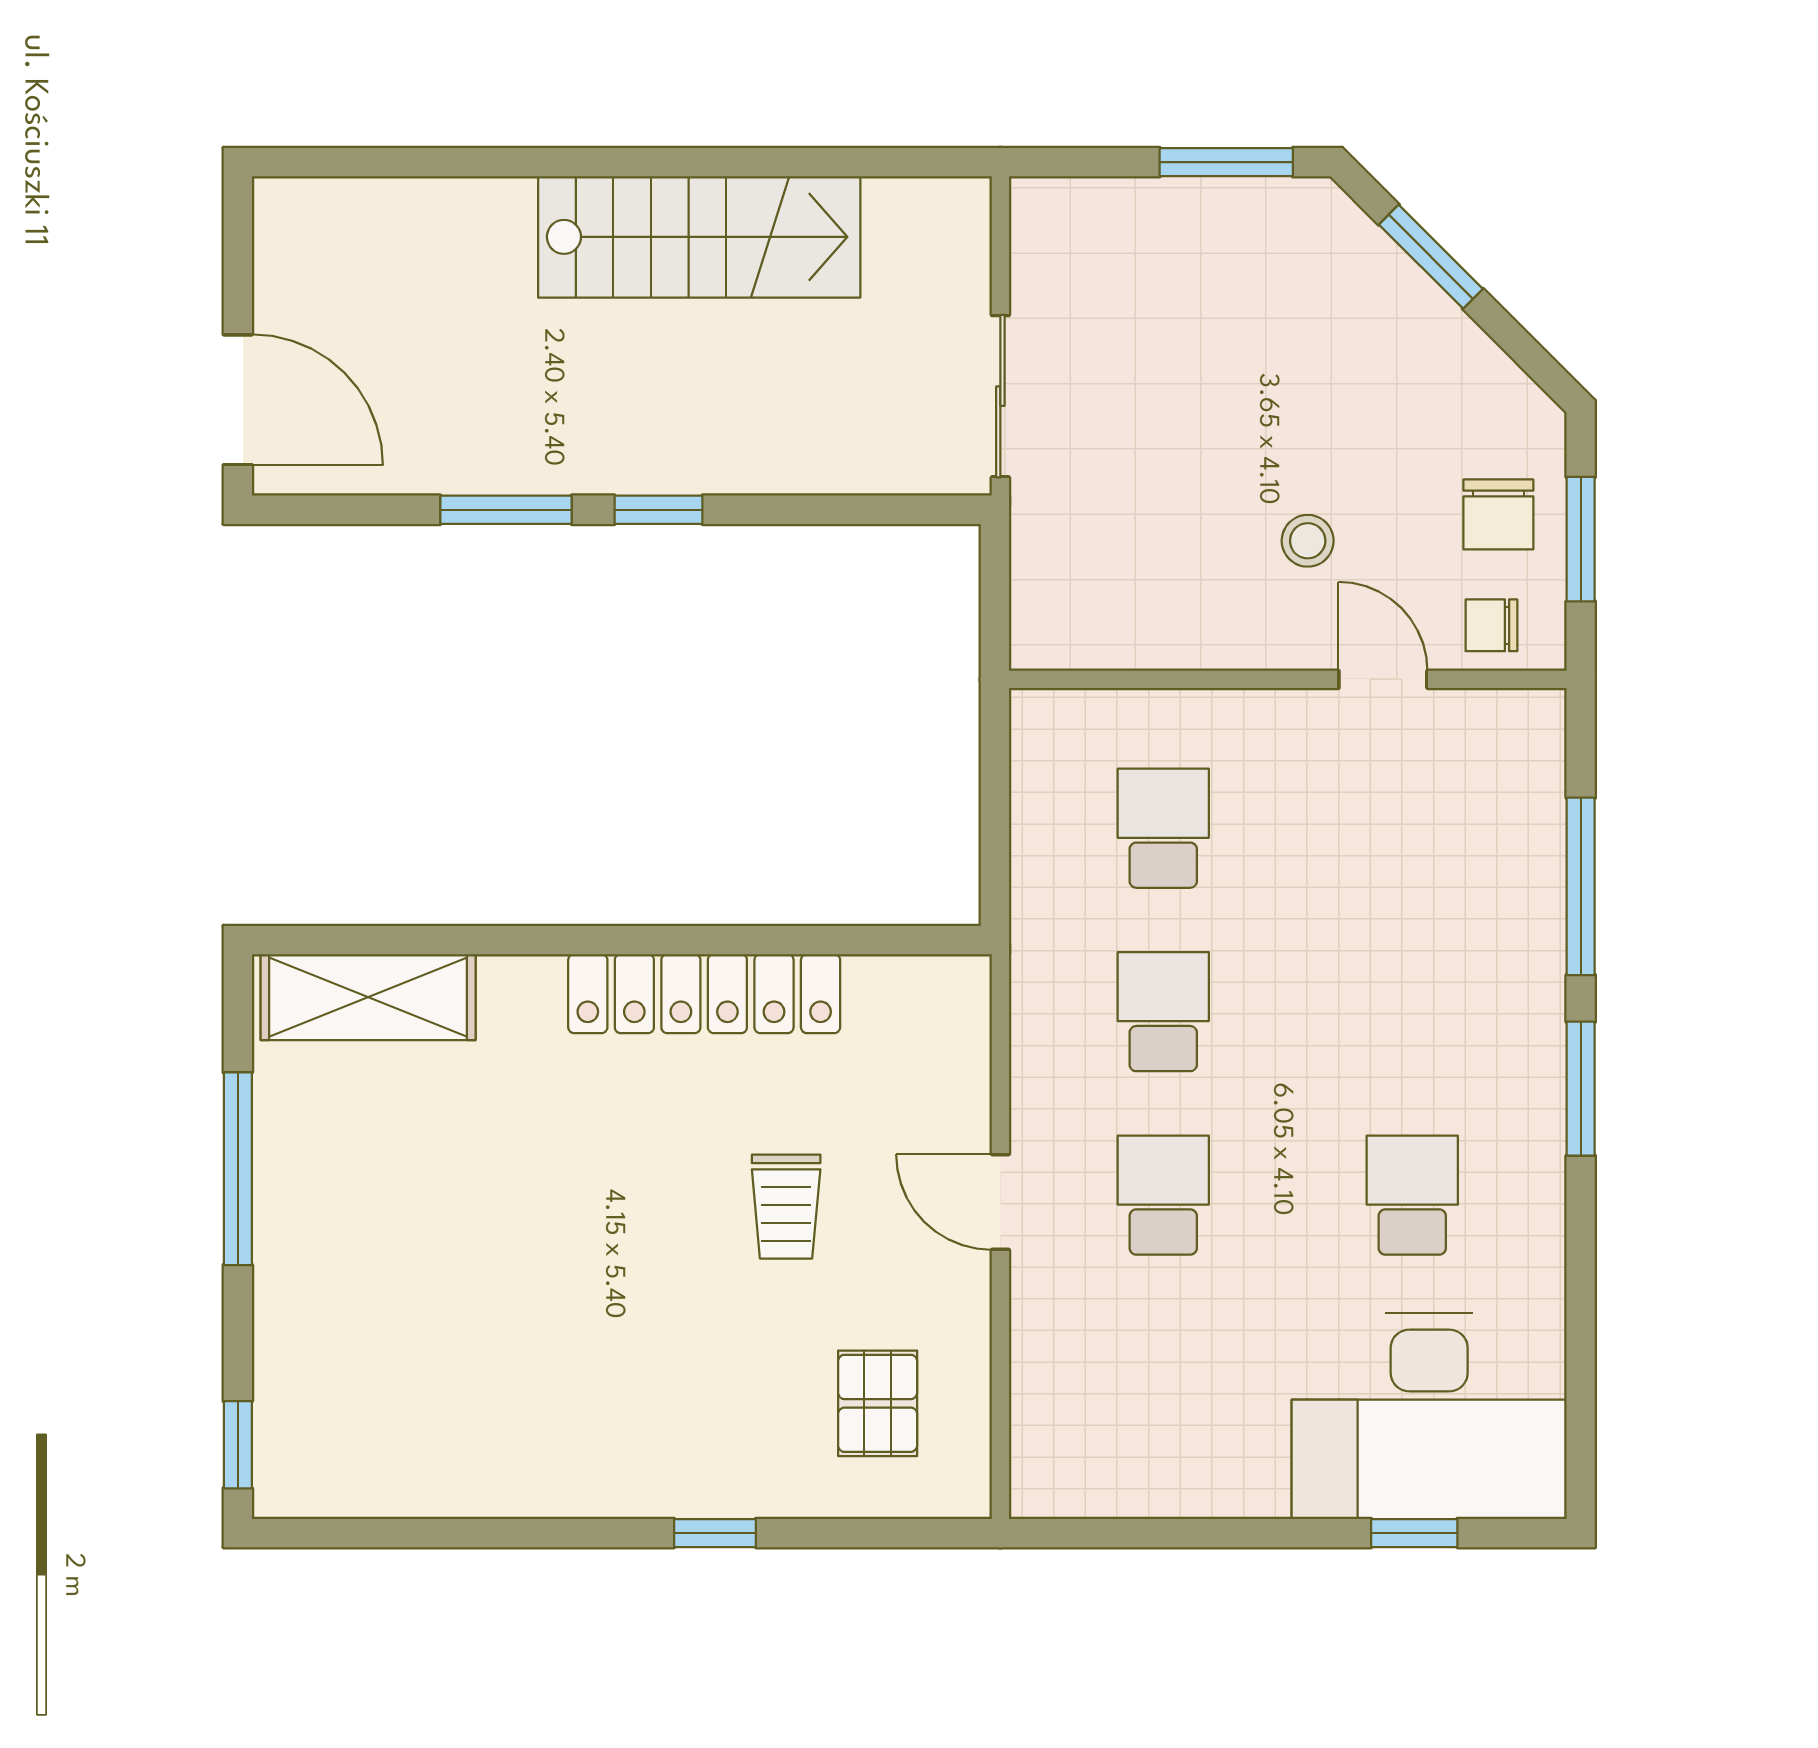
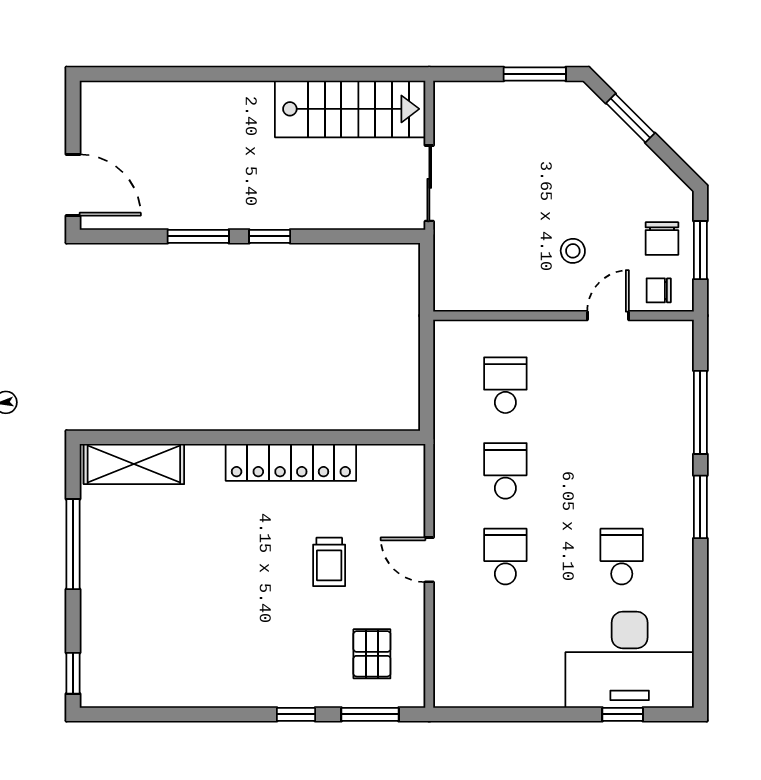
stairs: (699, 237) -> (350, 109), moved
door: (1383, 679) -> (608, 316), hinge flipped
window: (874, 1533) -> (370, 714), added

